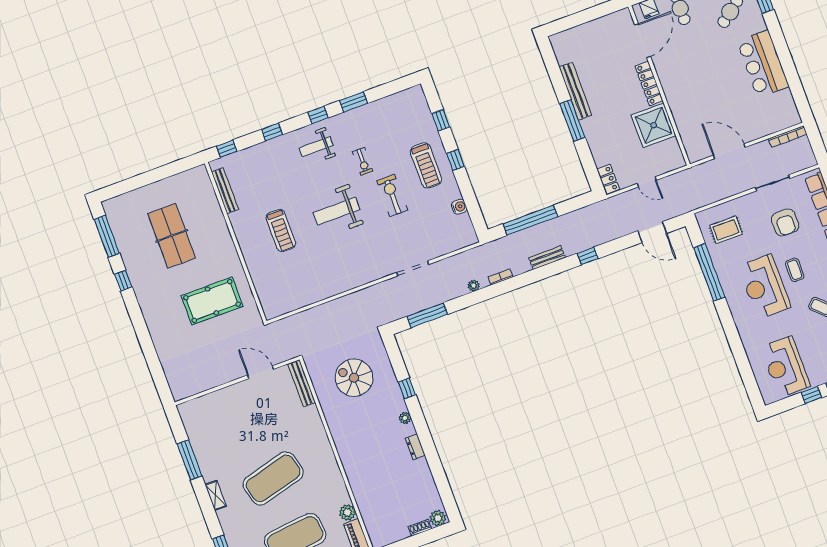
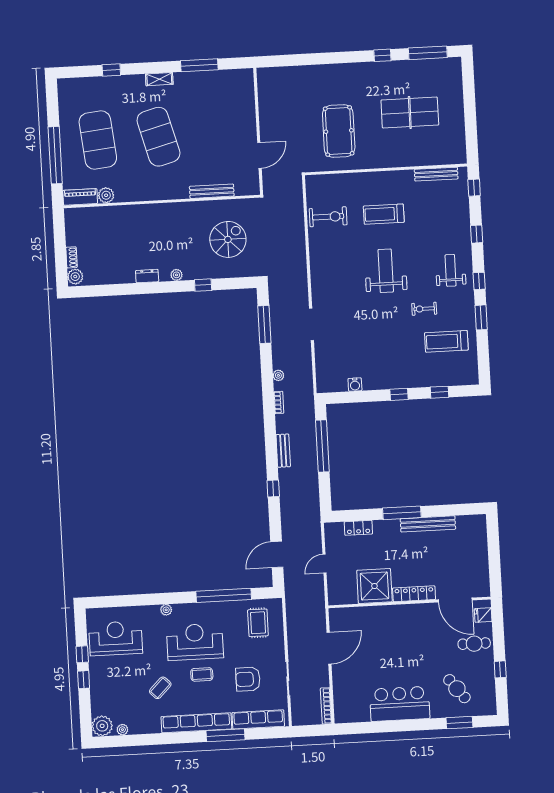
treadmill: (426, 165) -> (446, 341), moved
locker: (608, 179) -> (358, 528), moved
exercise bike: (392, 195) -> (328, 217), moved
plant: (741, 325) -> (166, 610), added
bench: (302, 383) -> (212, 191), moved

